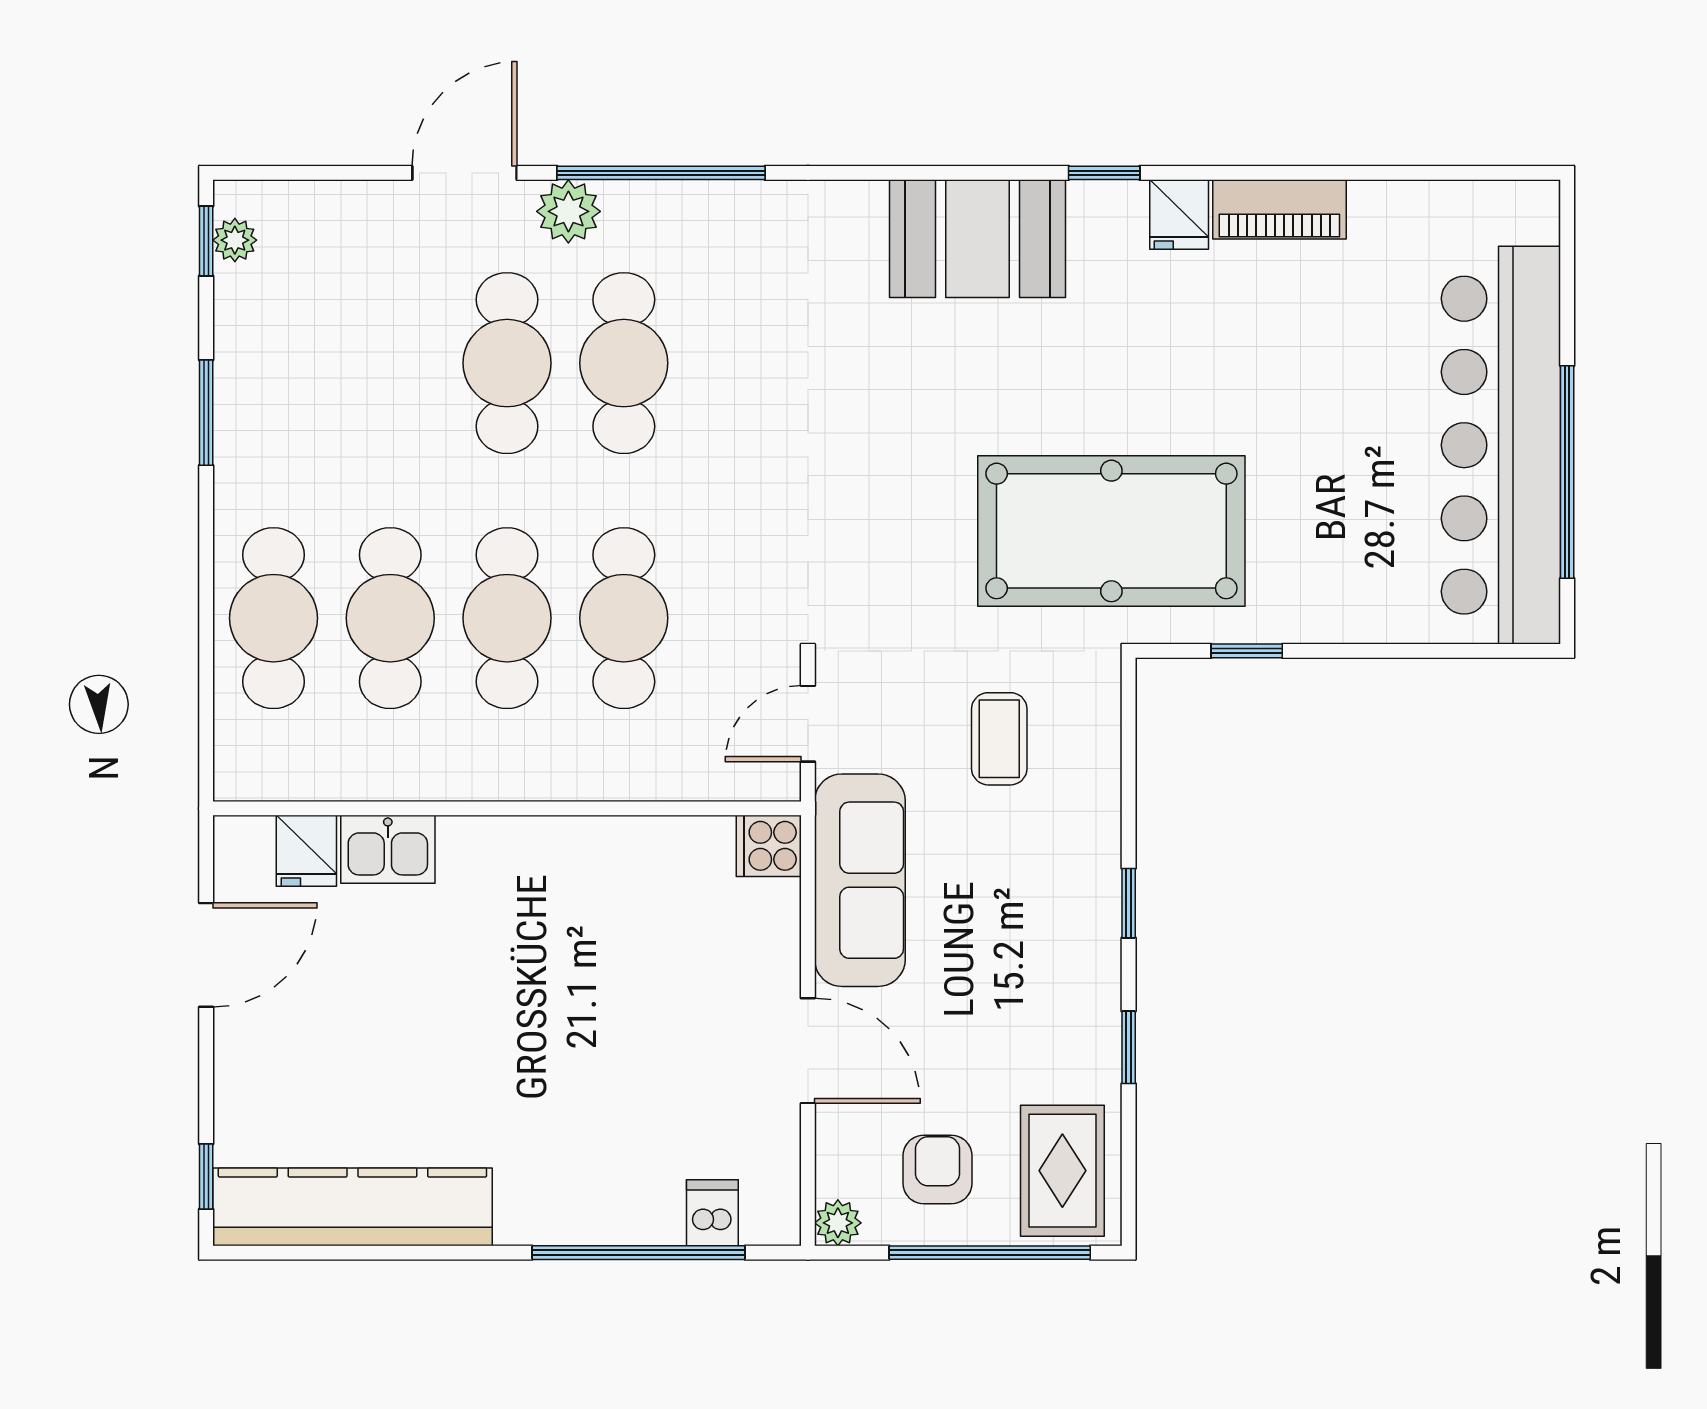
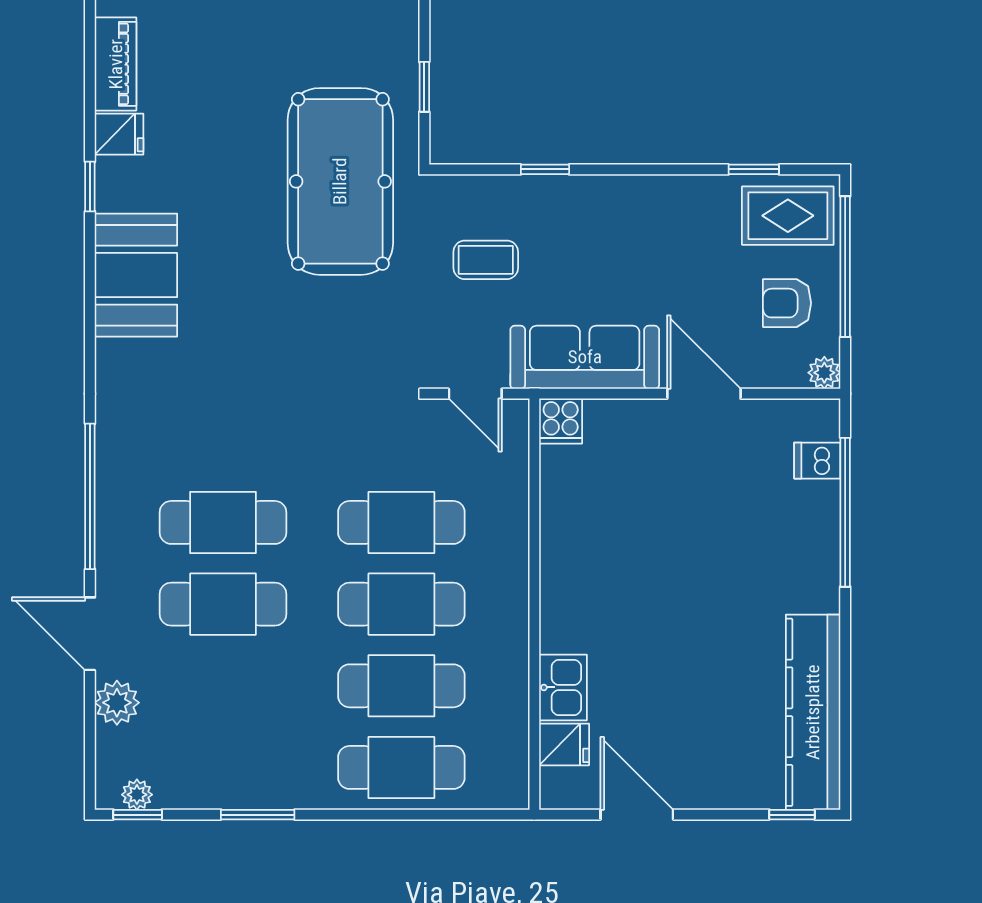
plant: (568, 211) -> (117, 703), moved
window: (1129, 903) -> (545, 169), moved
window: (1129, 1047) -> (754, 169), moved
door: (808, 1051) -> (704, 394), hinge flipped

